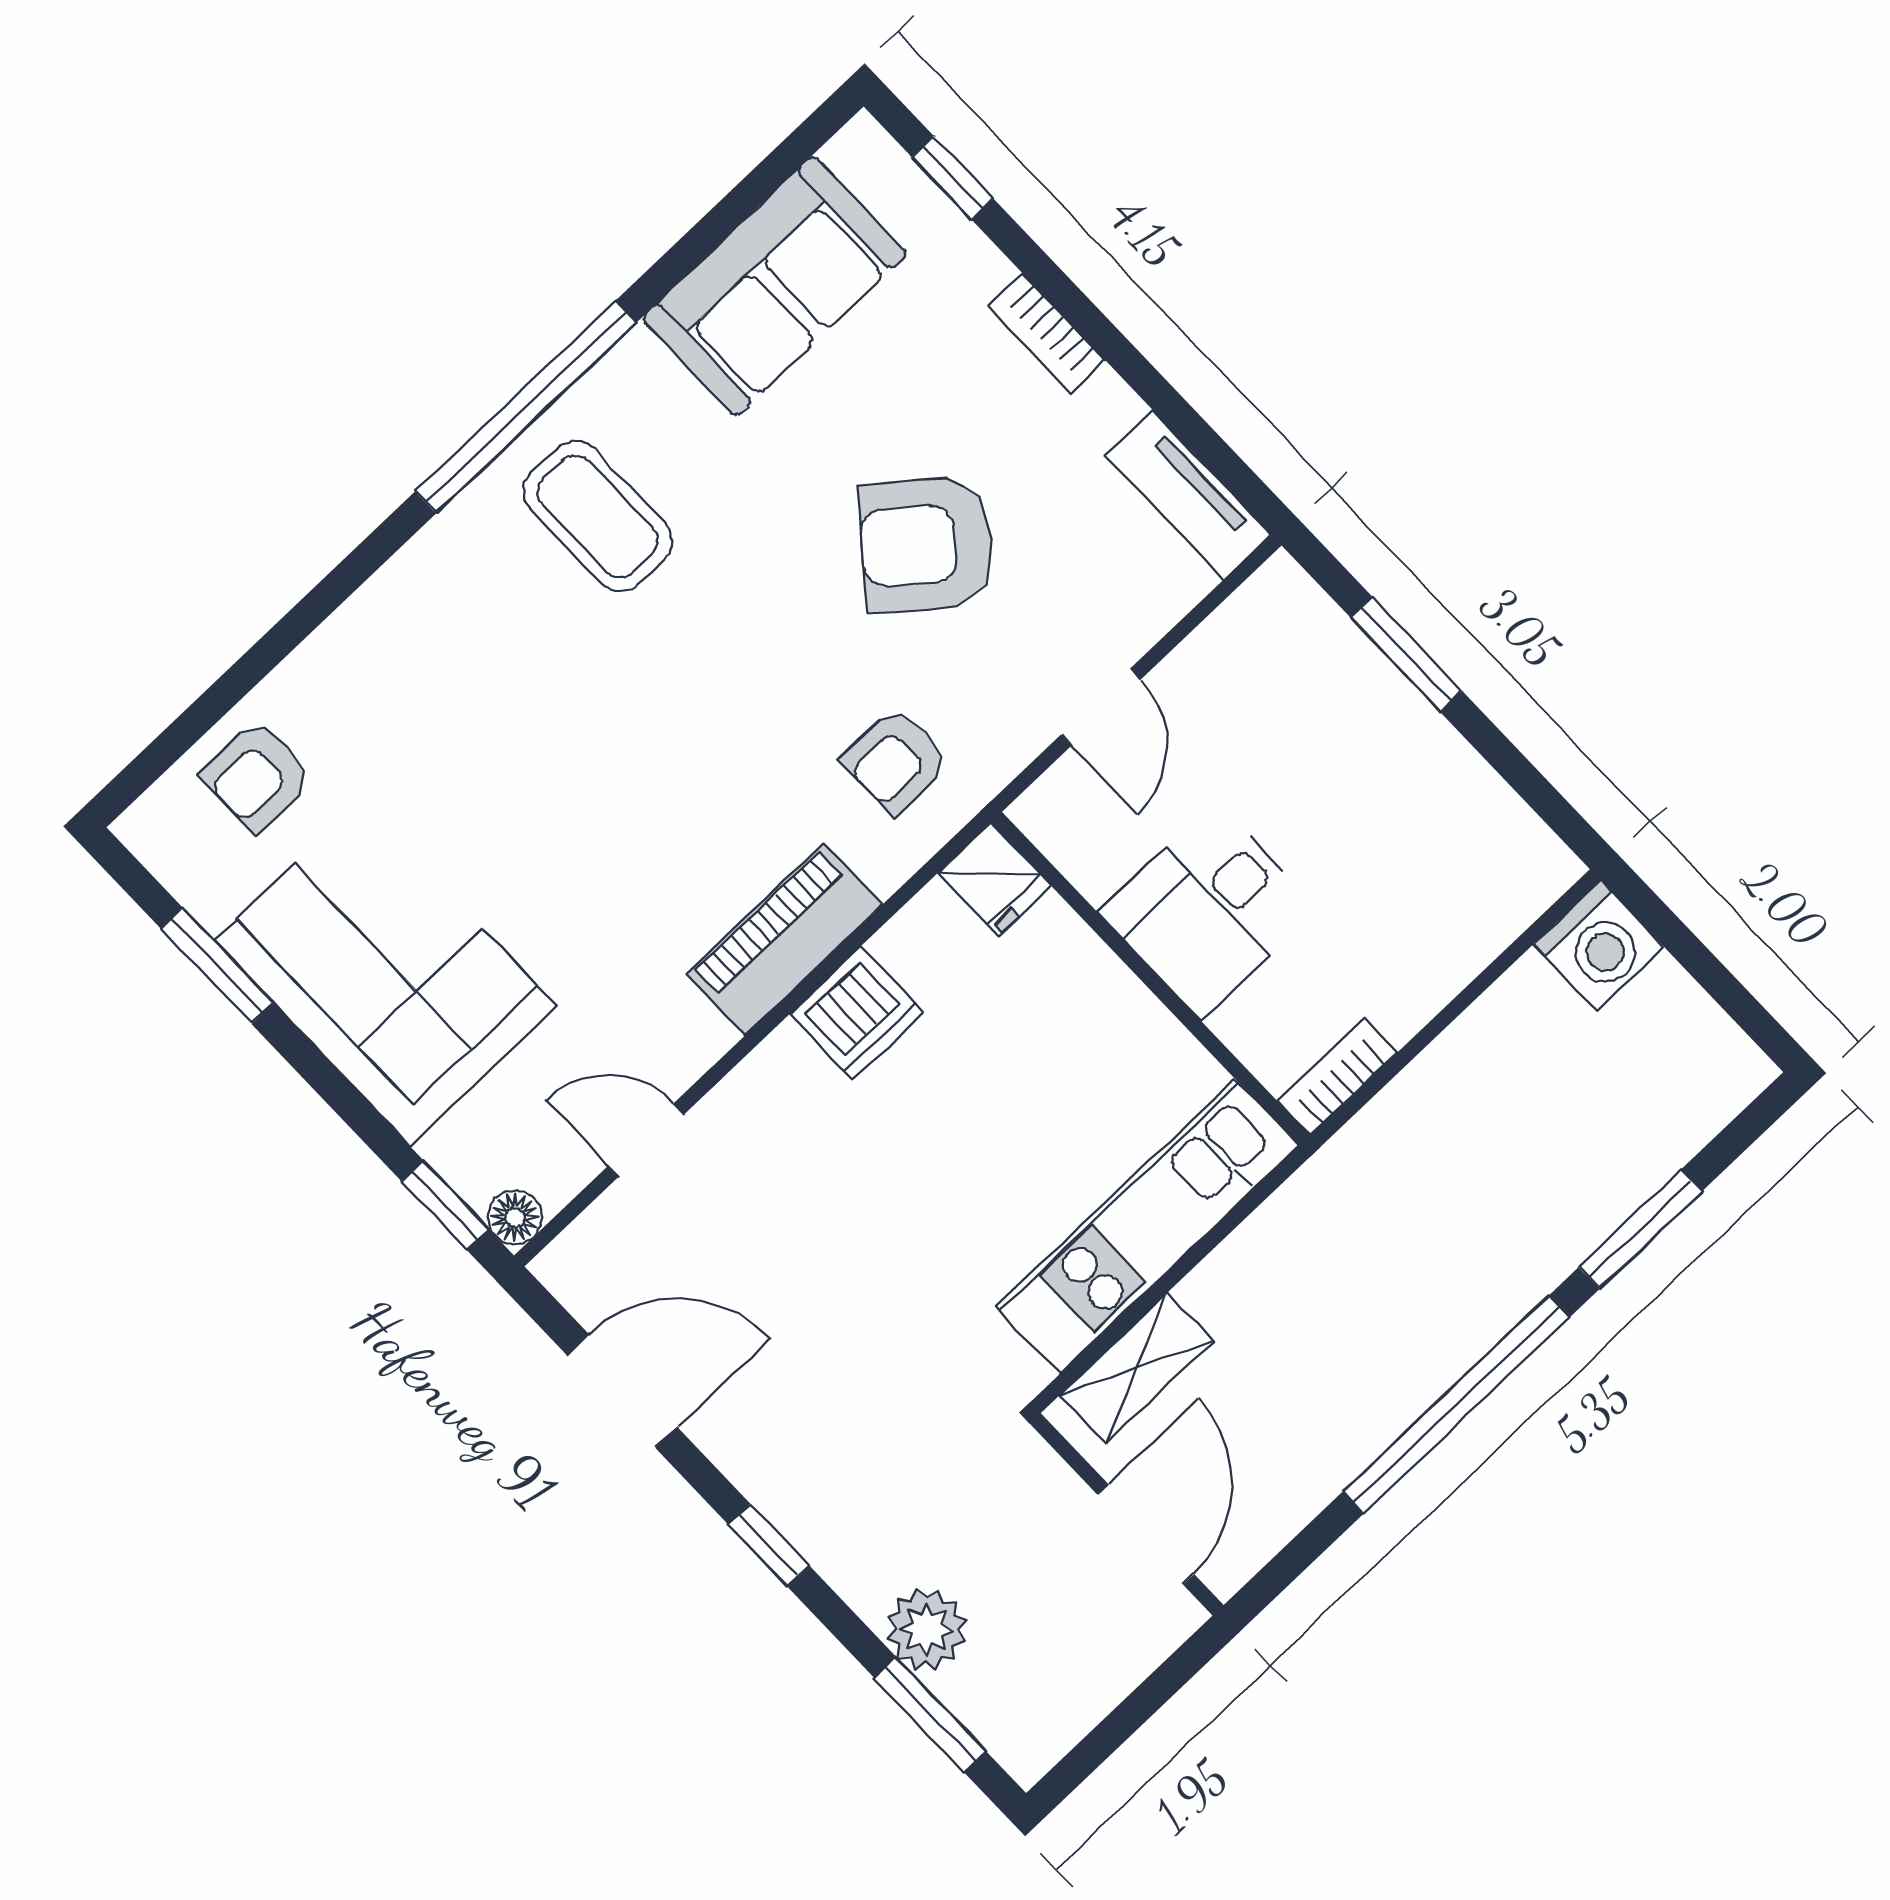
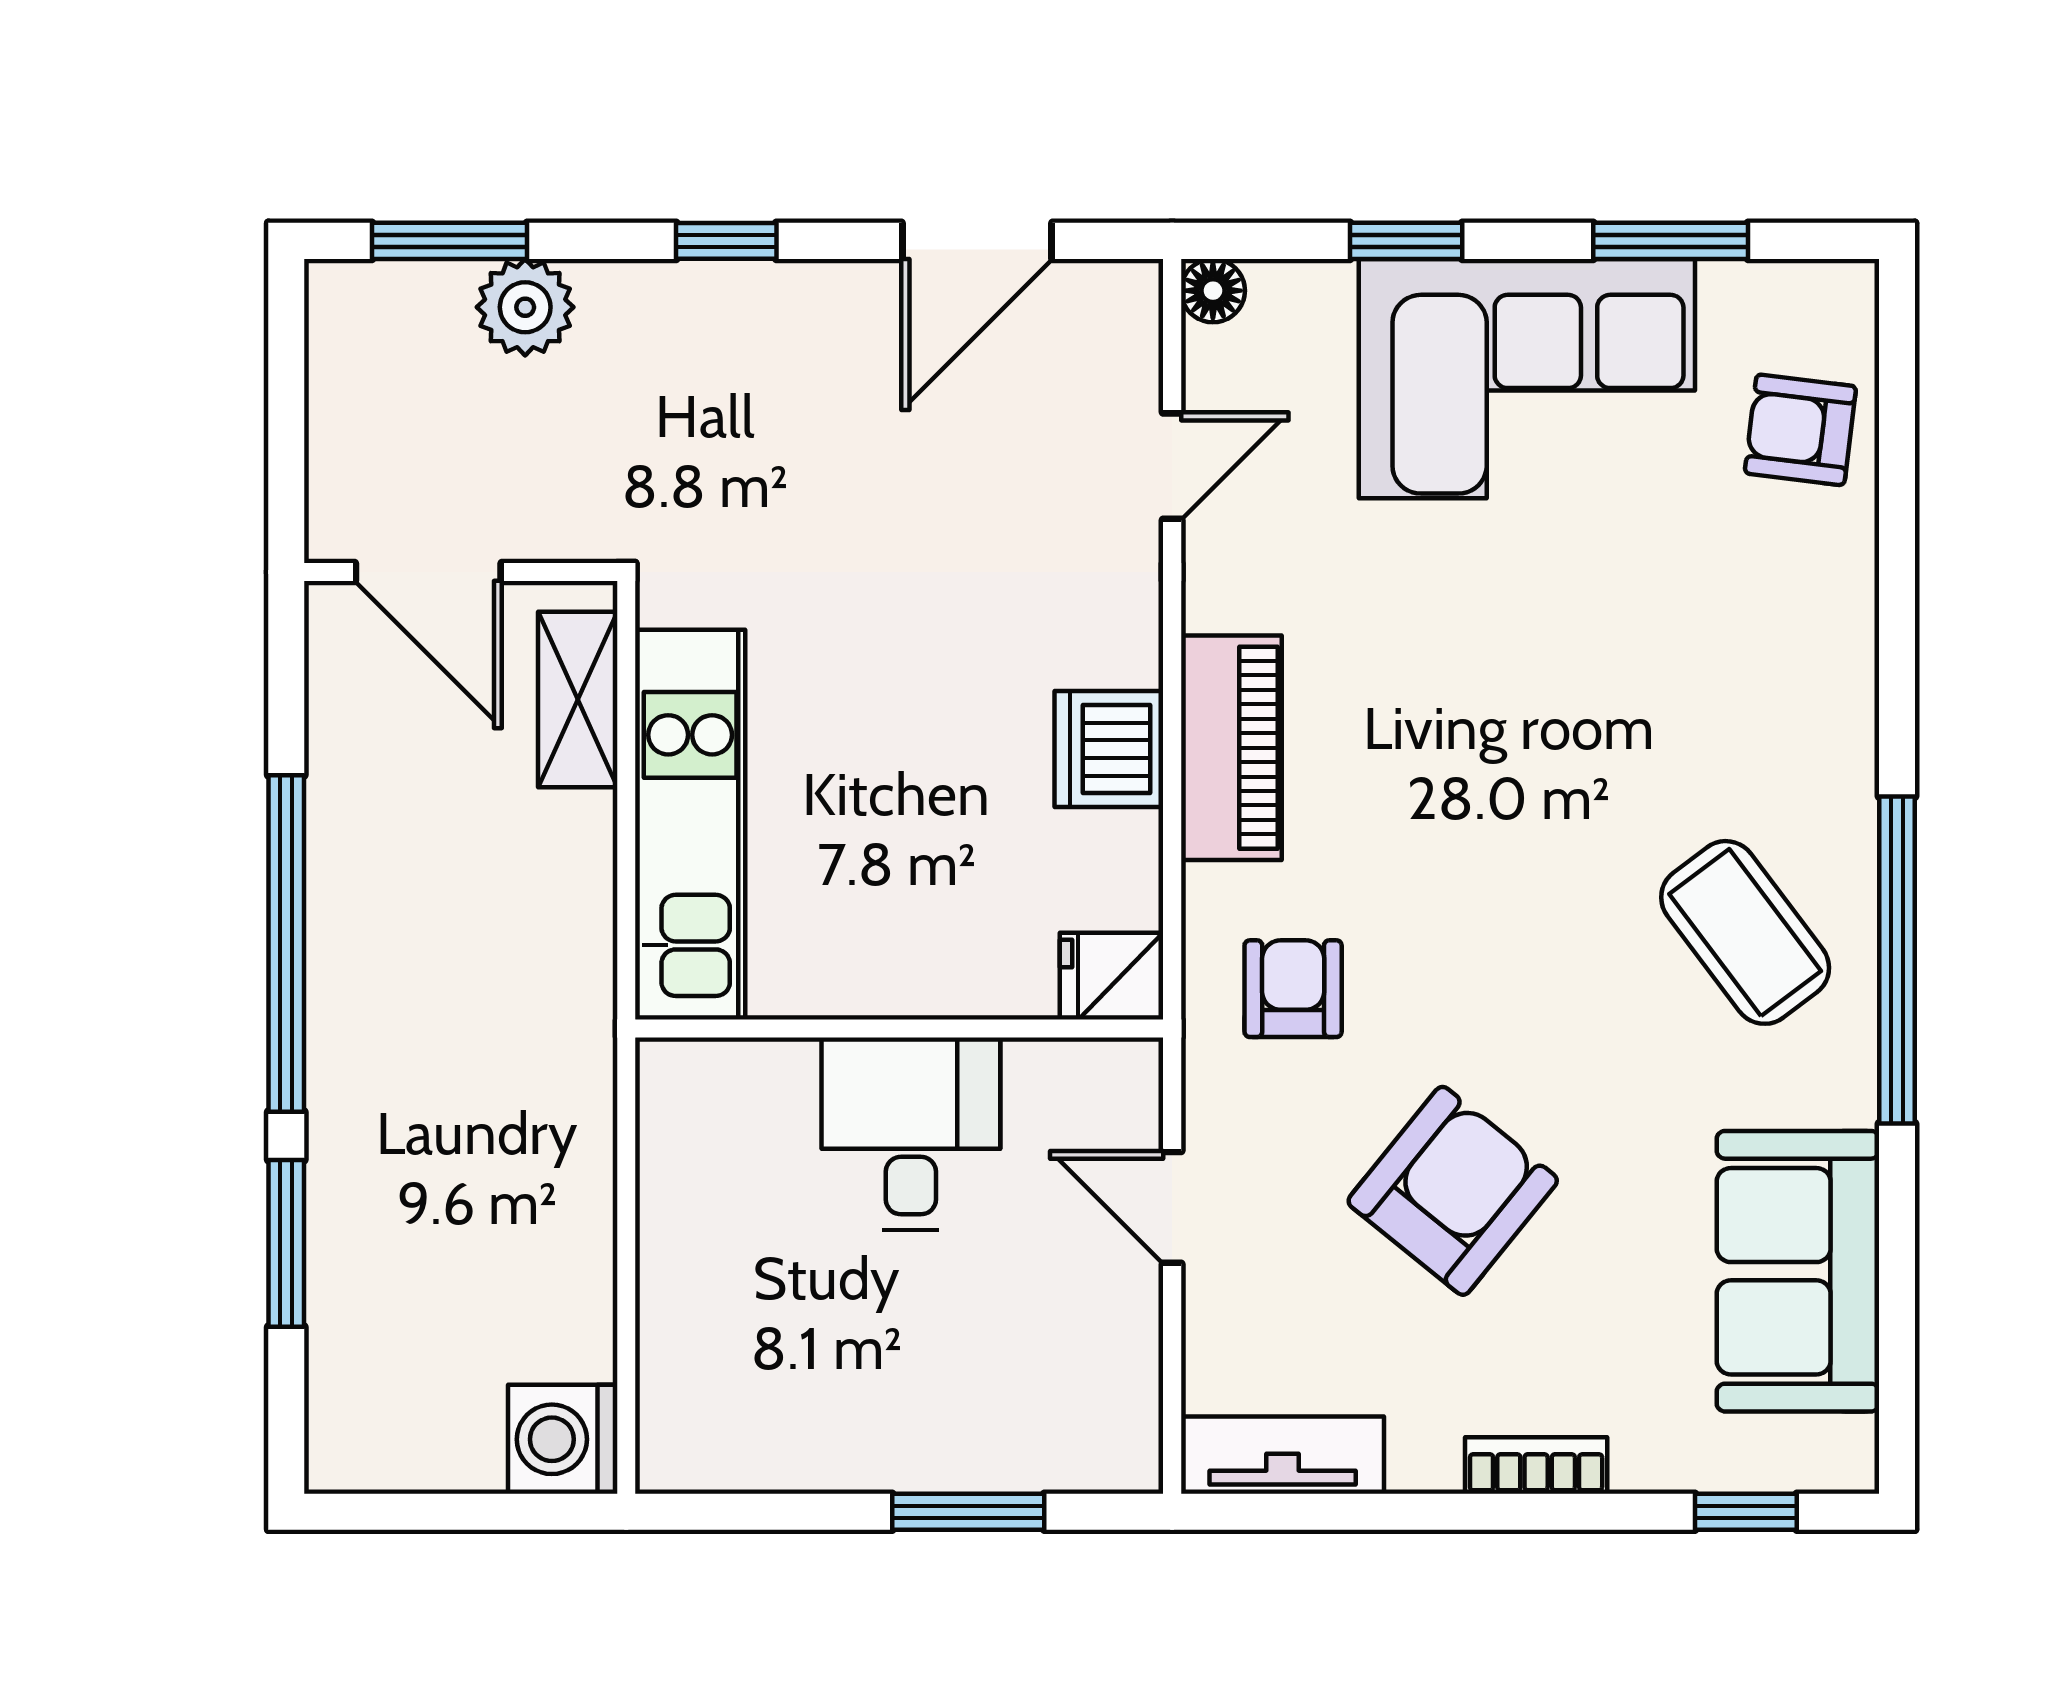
coffee table: (598, 516) -> (1745, 932), turned 53
armchair: (257, 776) -> (1800, 430), turned -83
bookcase: (1337, 1077) -> (664, 1108), removed
window: (445, 1205) -> (1406, 241), moved

